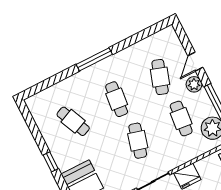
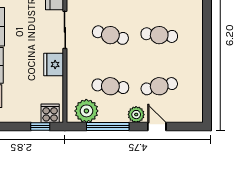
window: (94, 59) -> (207, 33), removed
cafe table: (160, 77) -> (159, 86), turned -30

